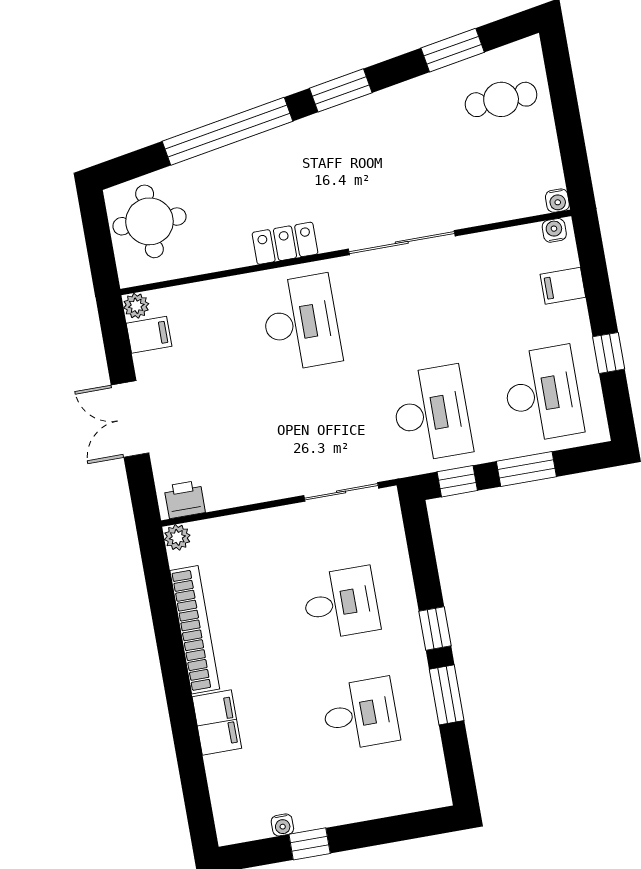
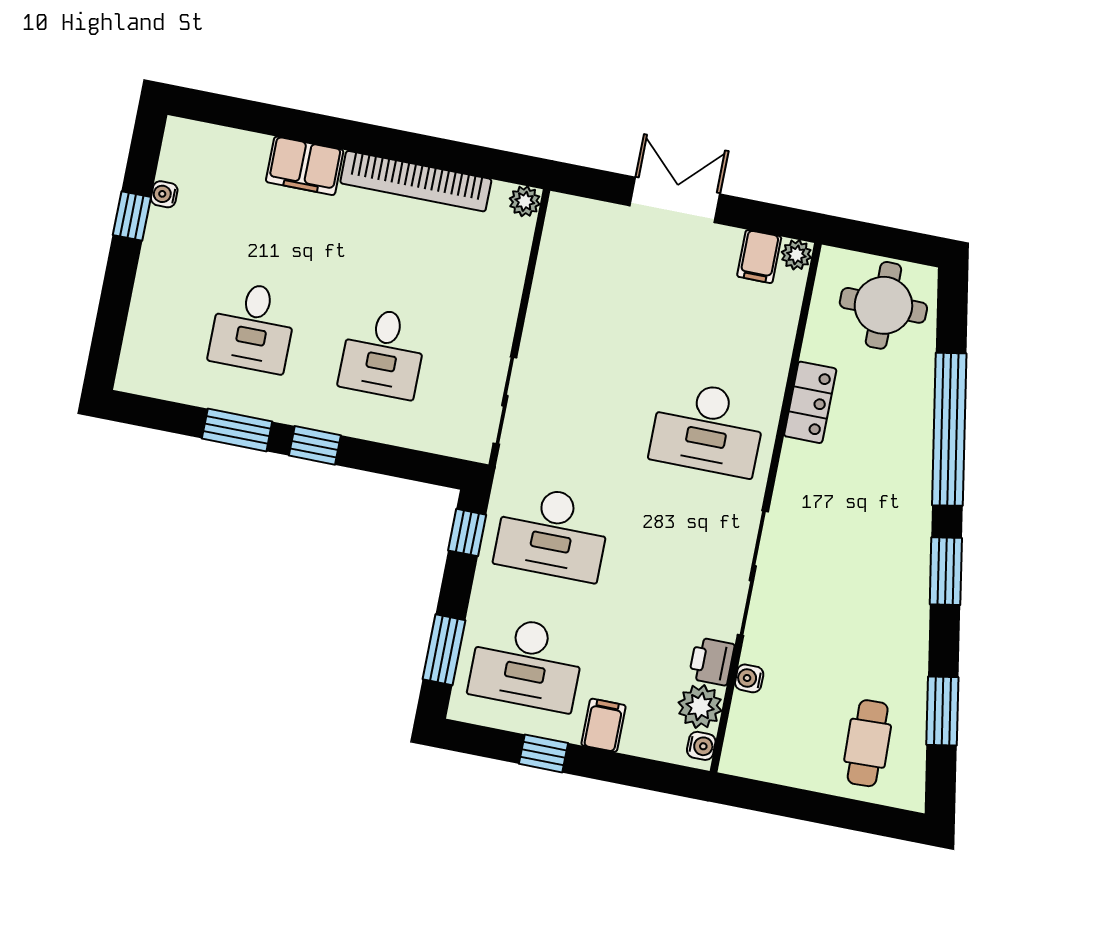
water cooler: (557, 201) -> (749, 678), moved
locker: (285, 243) -> (810, 402), moved
plant: (523, 243) -> (700, 707), added
filing cabinet: (563, 286) -> (603, 725), moved
window: (526, 469) -> (444, 650), moved
printer: (185, 499) -> (712, 661), moved, turned 180

